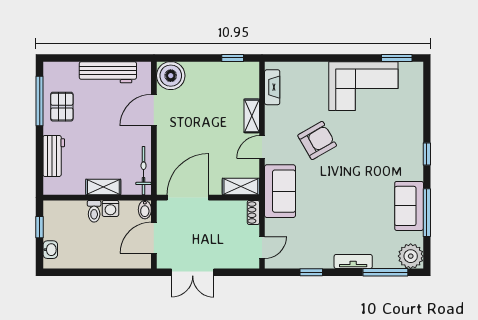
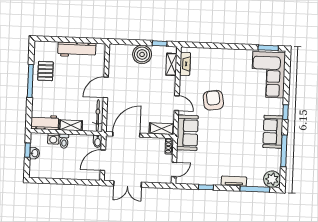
boiler: (171, 76) -> (142, 54), moved
corner sofa: (363, 86) -> (268, 75), moved, turned 90
window: (40, 101) -> (30, 81), moved
door: (154, 110) -> (106, 87), moved
shelving: (252, 116) -> (171, 64), moved
armchair: (317, 140) -> (213, 100), turned -69
door: (262, 147) -> (177, 103), swing flipped
workbench: (54, 156) -> (45, 122), moved, turned -90
sofa: (409, 206) -> (273, 132), moved
washing machine: (110, 208) -> (53, 139), moved
washbasin: (50, 250) -> (35, 153), moved

